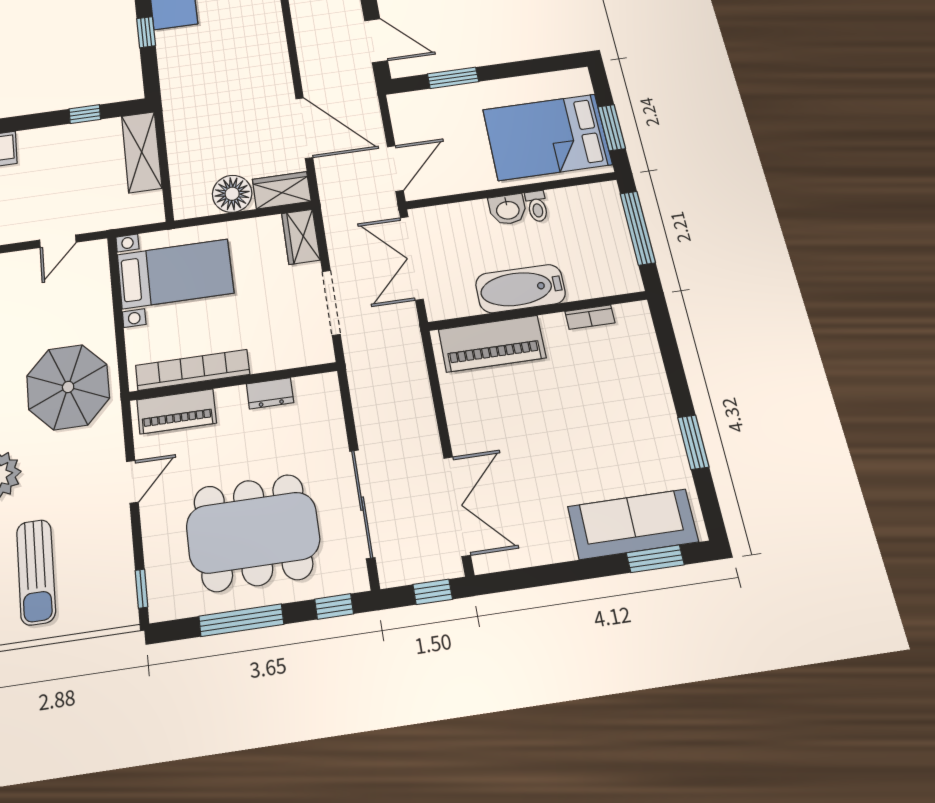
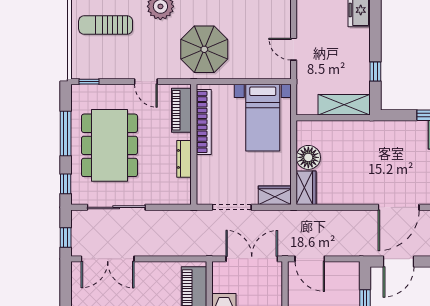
door: (304, 128) -> (399, 207), moved
dresser: (270, 393) -> (184, 159), width x1.44

